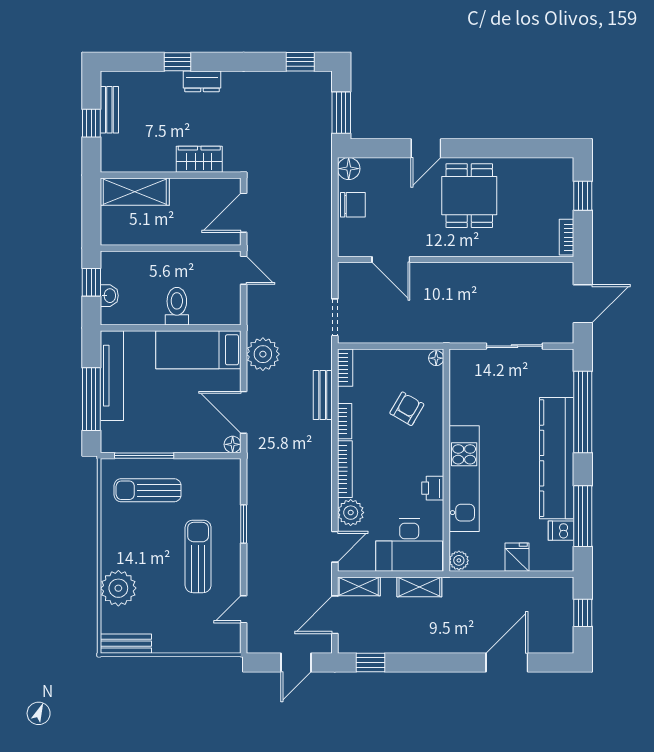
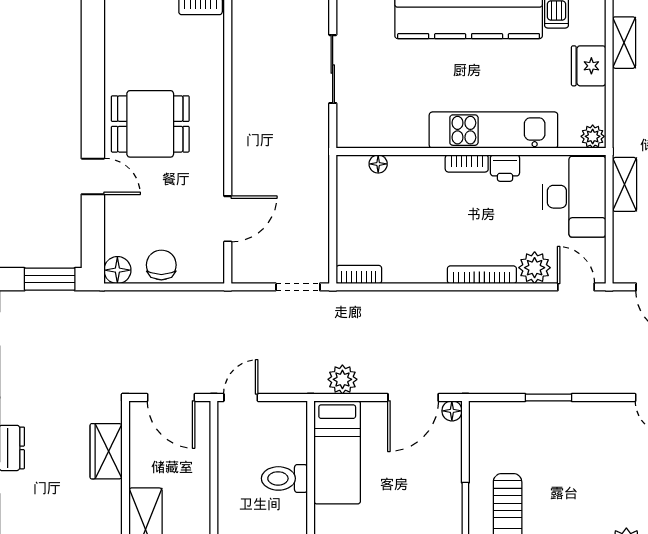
plant: (263, 354) -> (342, 379), width x0.73, depth x0.73
floor lamp: (436, 358) -> (378, 164), moved
bench: (323, 395) -> (392, 302), removed
armchair: (407, 409) -> (409, 200), removed
bookcase: (345, 421) -> (467, 163), moved, turned 180
sun lounger: (198, 556) -> (588, 453), removed
fridge: (517, 557) -> (589, 66), width x1.38
shelving: (359, 586) -> (624, 43), moved

